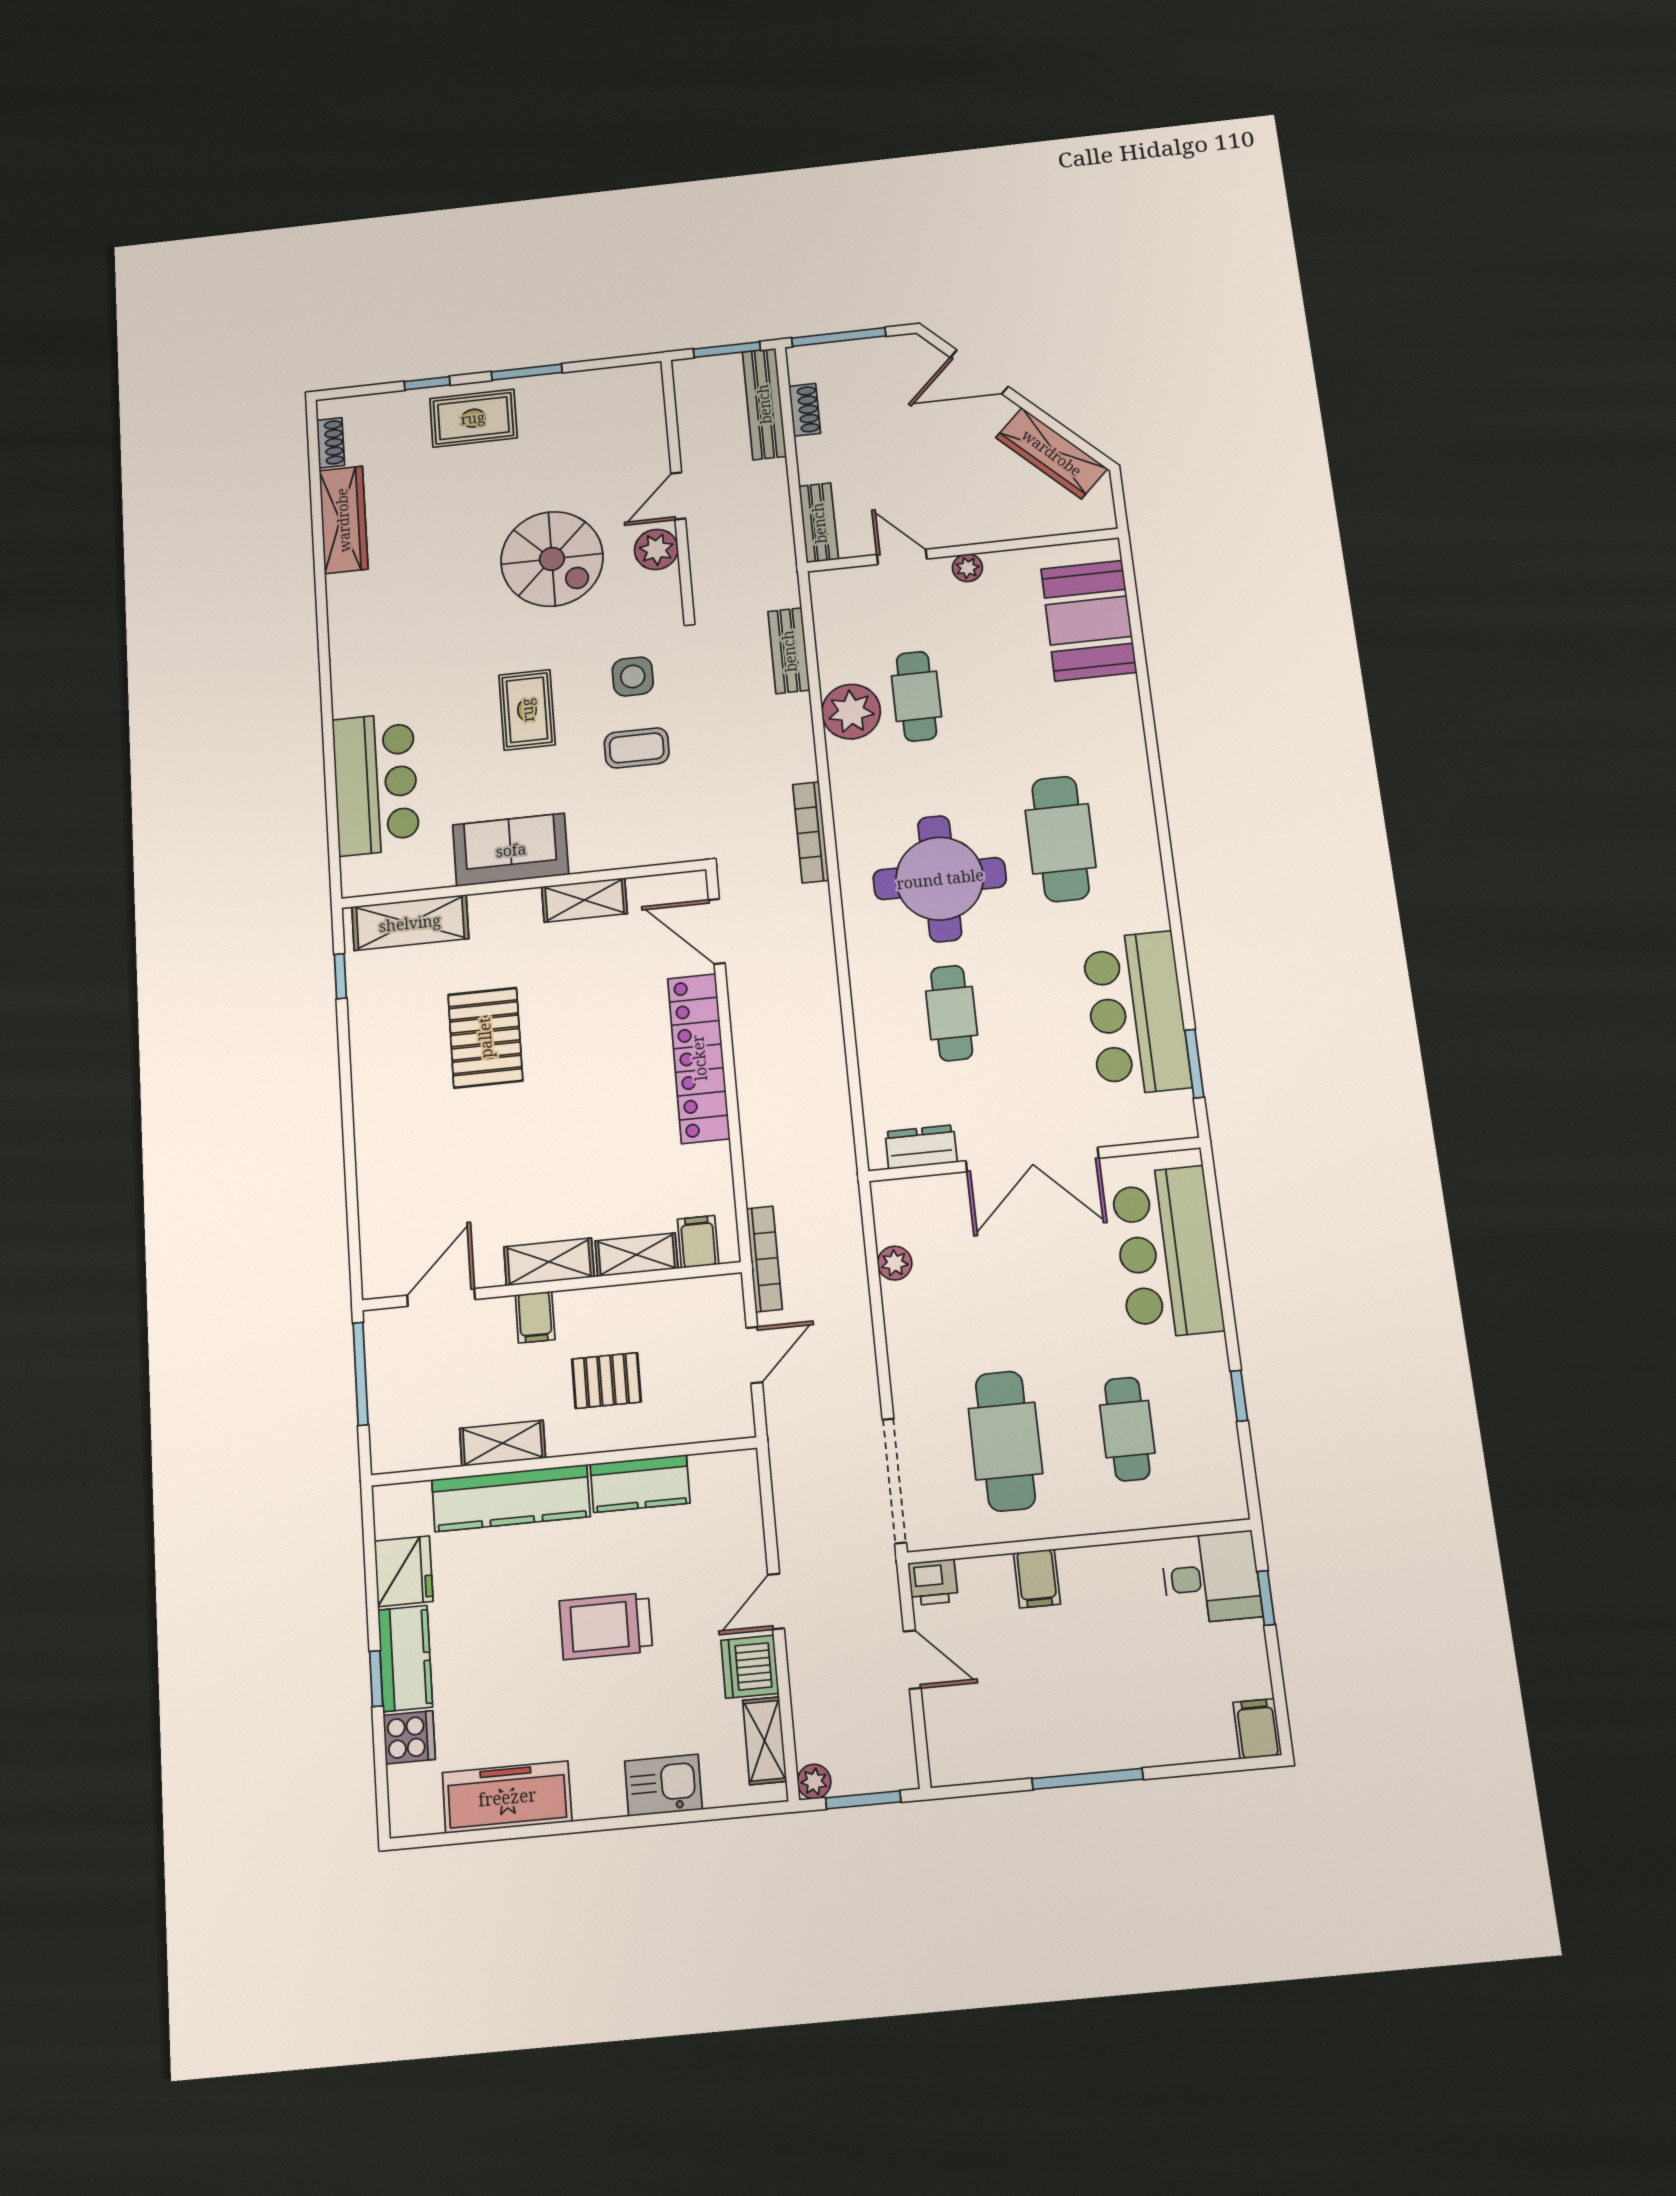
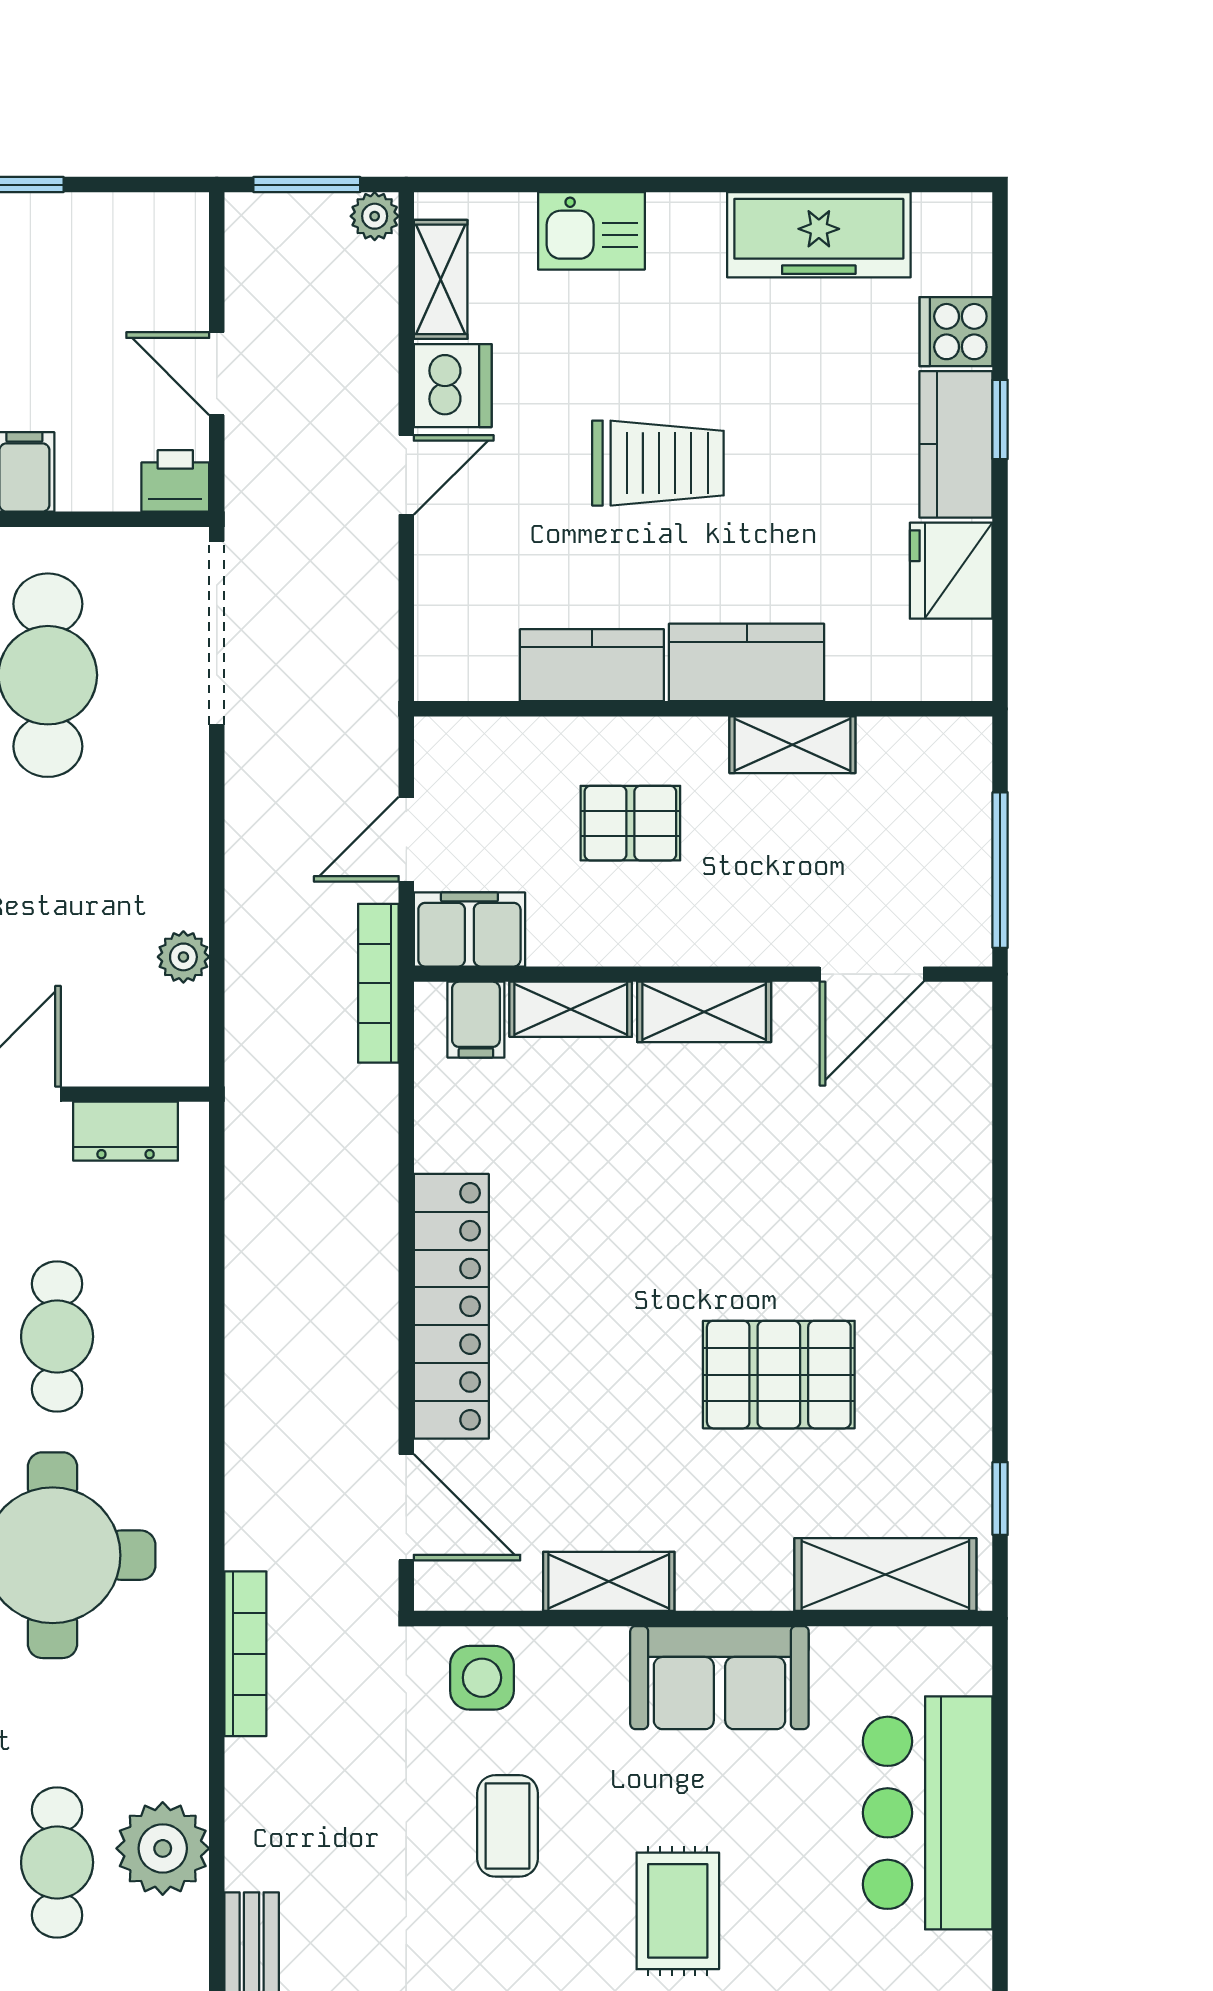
side table: (633, 676) -> (482, 1678), moved
coffee table: (637, 748) -> (507, 1826), turned 90
pallet: (485, 1038) -> (779, 1375), turned 90
filing cabinet: (535, 1317) -> (469, 929), moved, width x2.00
kitchen counter: (511, 1498) -> (747, 662), width x0.67

